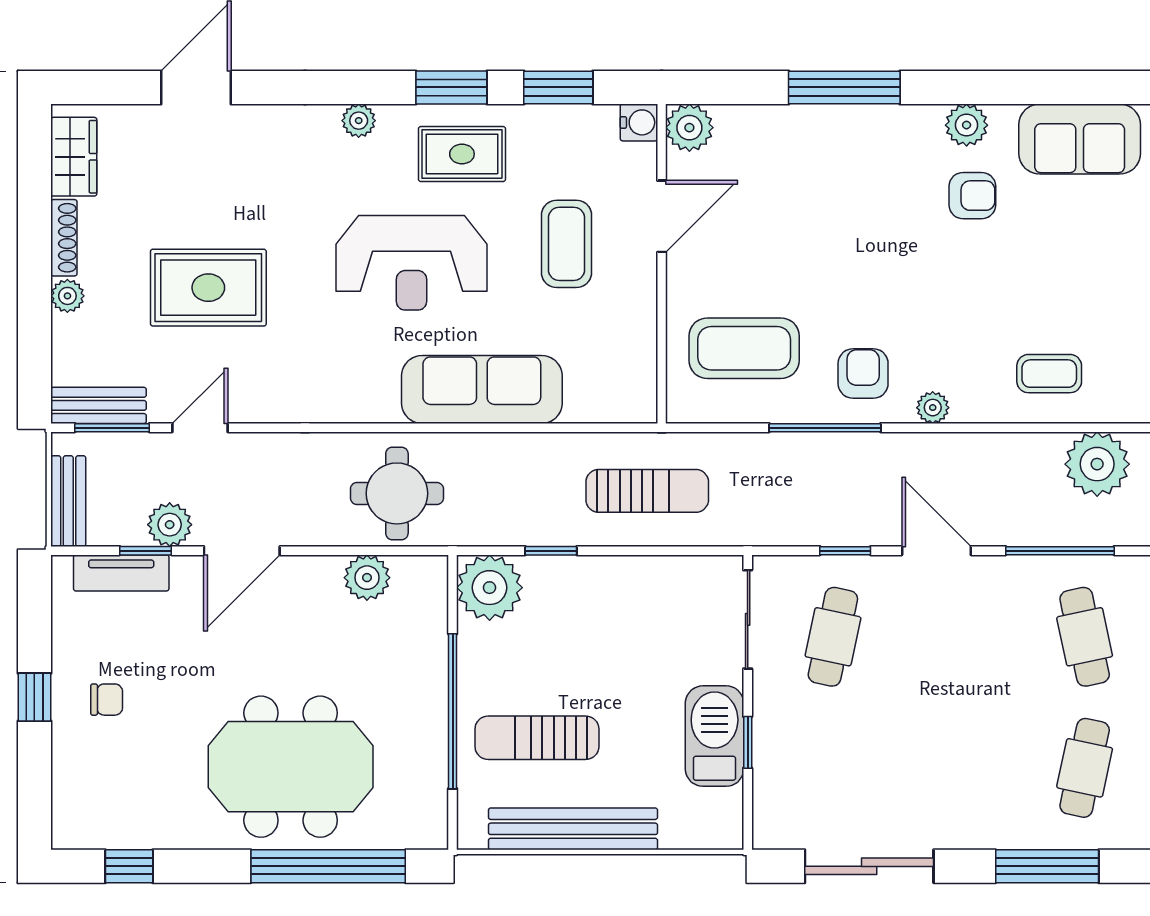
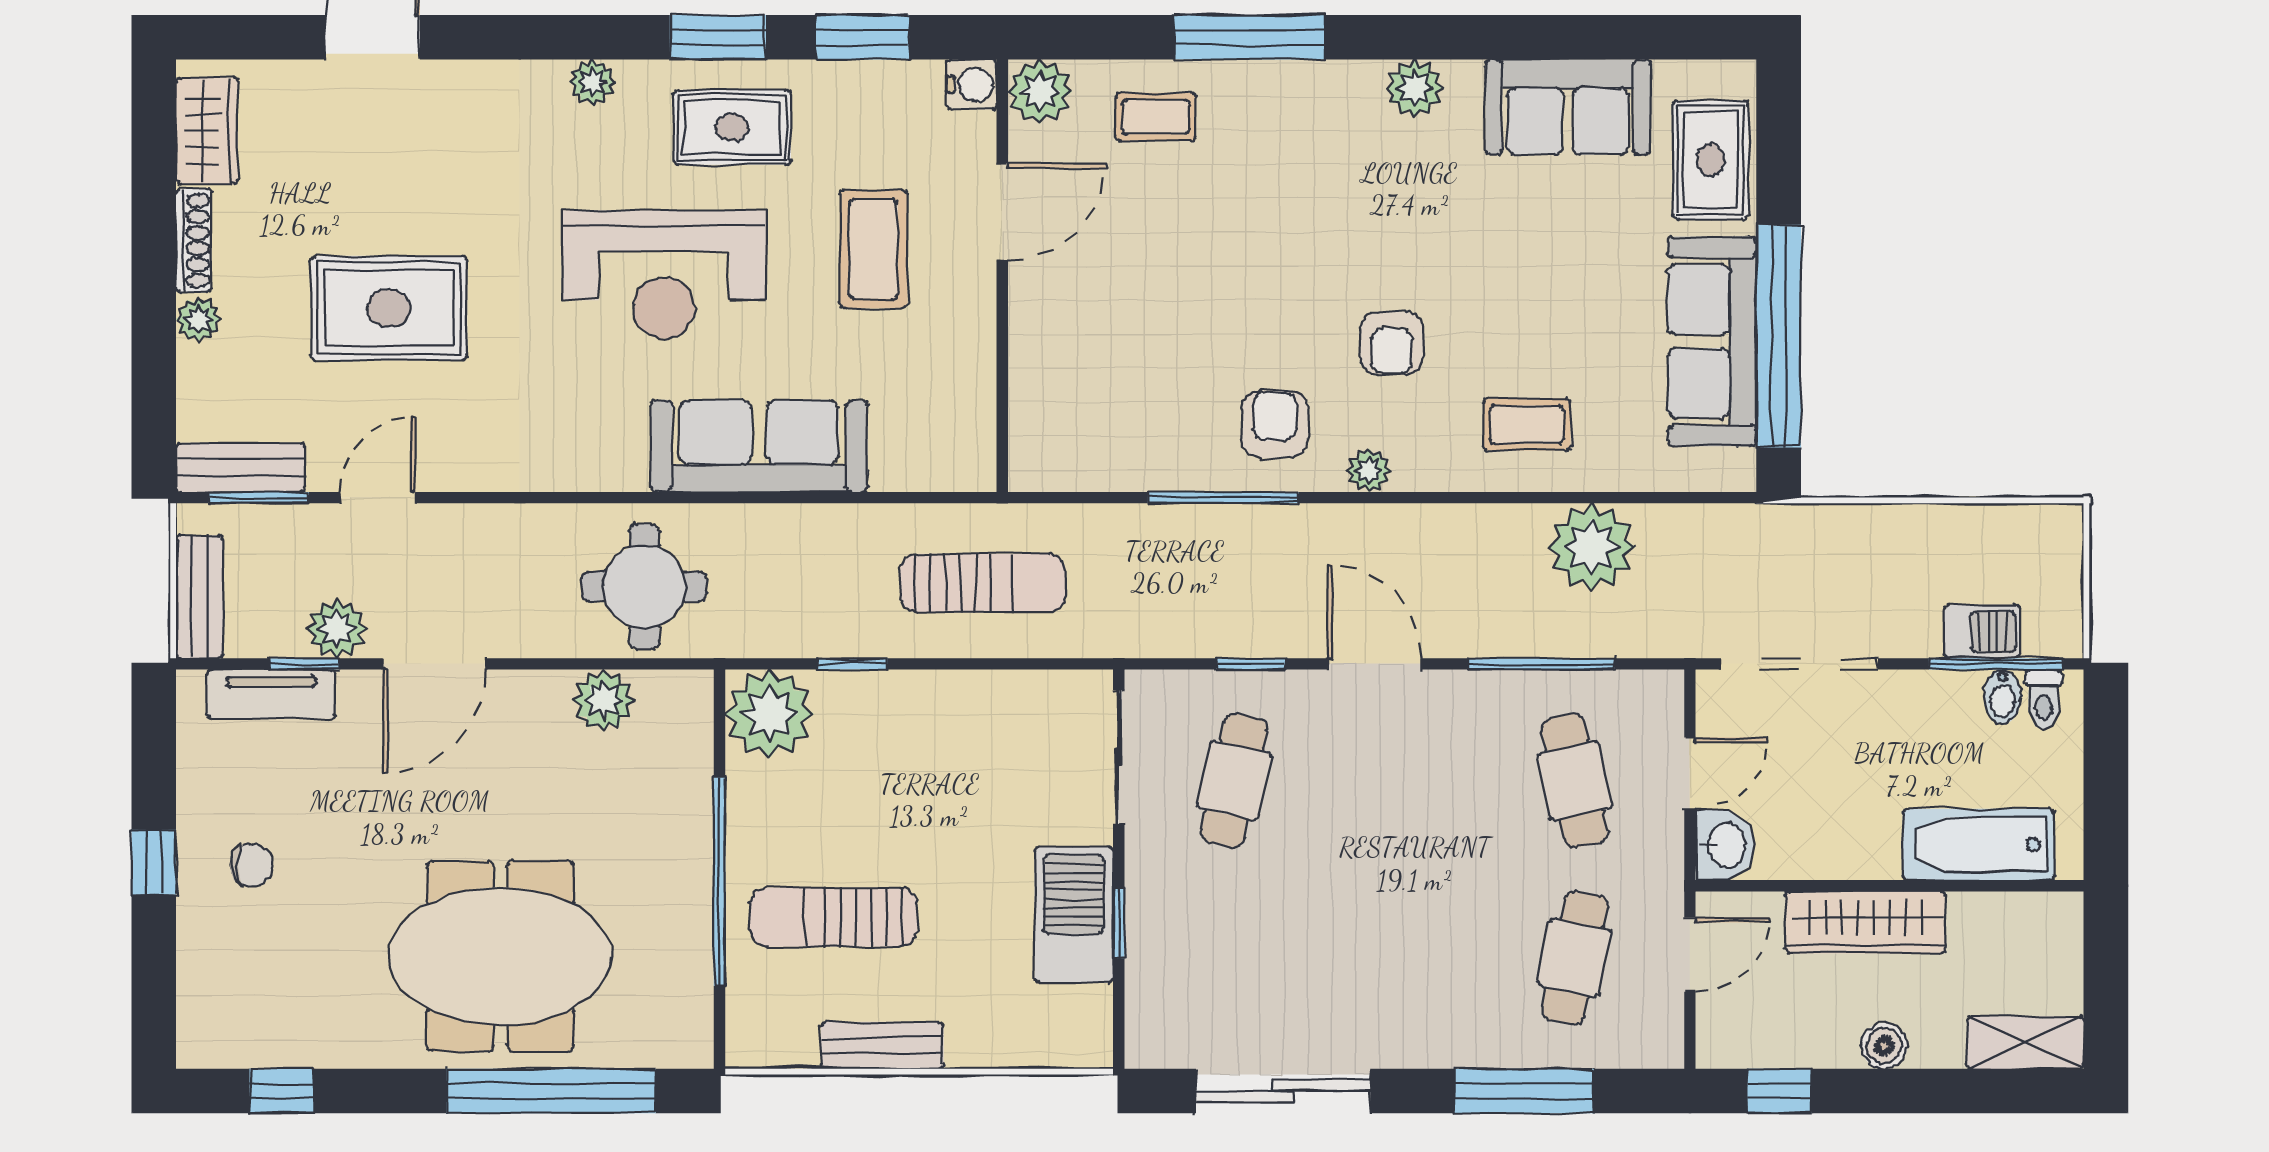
armchair: (972, 196) -> (1392, 343), moved, turned 90
coffee table: (744, 348) -> (1156, 117), moved, width x0.54, depth x0.58
bench: (573, 829) -> (882, 1045), width x0.54, depth x0.82

